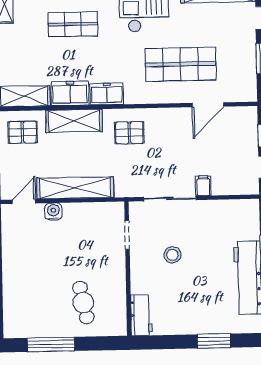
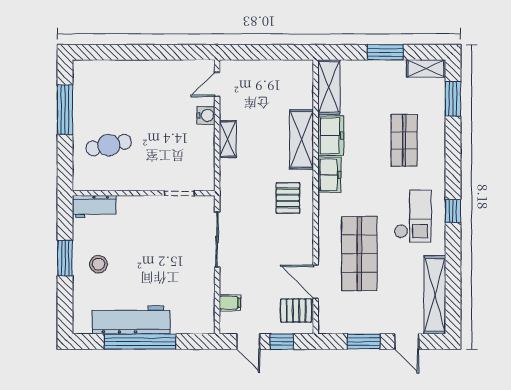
pallet: (23, 132) -> (296, 310), moved, turned 90
filing cabinet: (203, 186) -> (230, 303), moved
shelving: (75, 188) -> (228, 139), width x0.45, depth x0.75
door: (24, 202) -> (217, 84), swing flipped
stool: (172, 255) -> (98, 264), moved
window: (214, 341) -> (65, 258), moved

